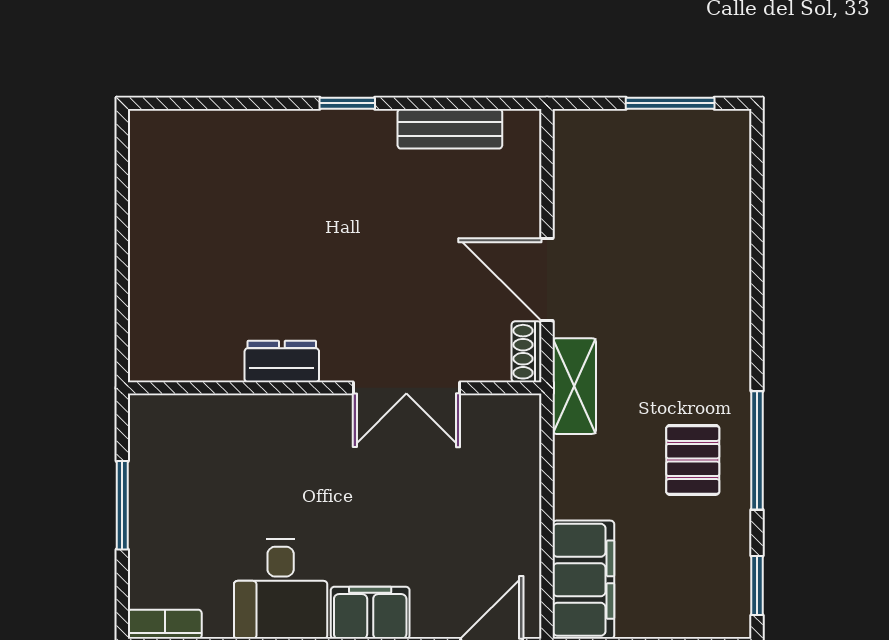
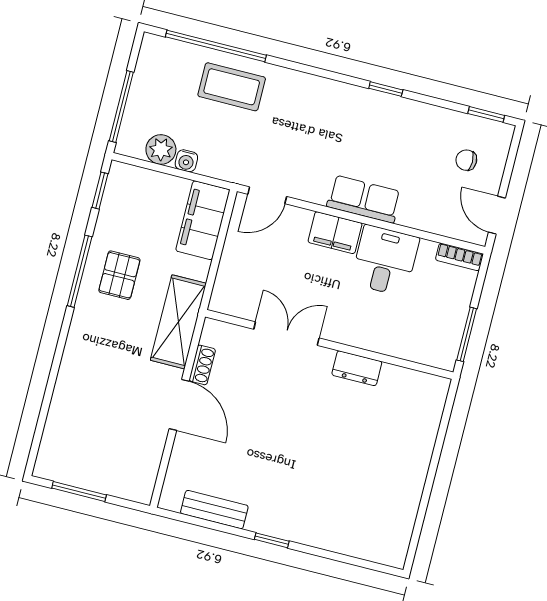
dresser: (282, 361) -> (357, 368), moved
shelving: (574, 386) -> (178, 322), width x1.50, depth x1.33
wall: (335, 388) -> (329, 344), moved
double door: (406, 388) -> (286, 334), moved

